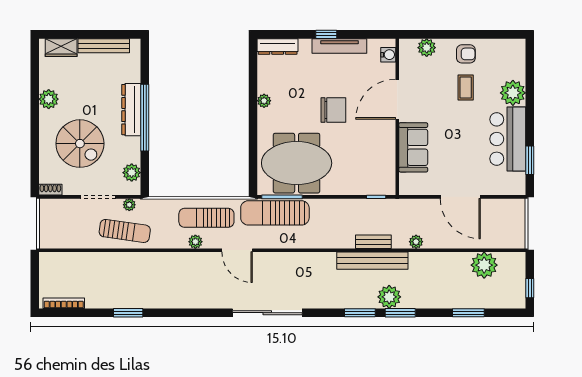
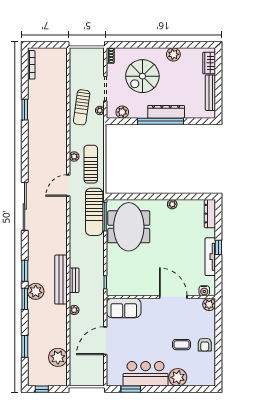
plant: (427, 48) -> (209, 304), moved
chair: (333, 110) -> (166, 252), removed
sofa: (413, 147) -> (124, 308), moved
sun lounger: (275, 213) -> (94, 212), turned 180

